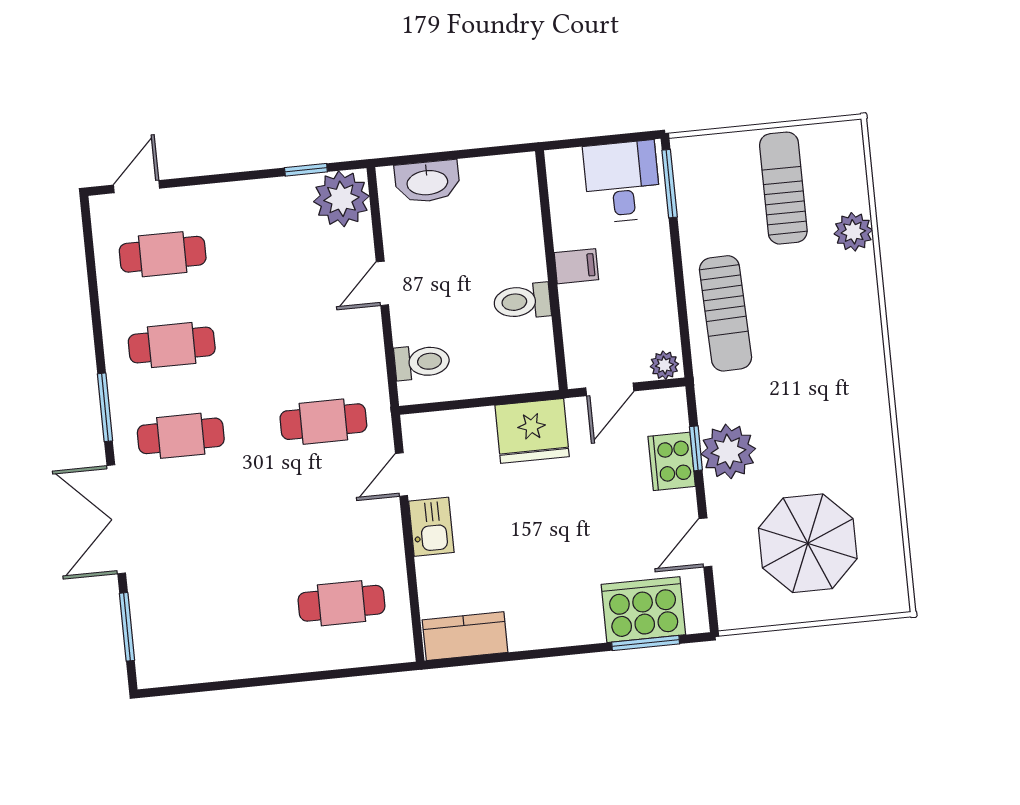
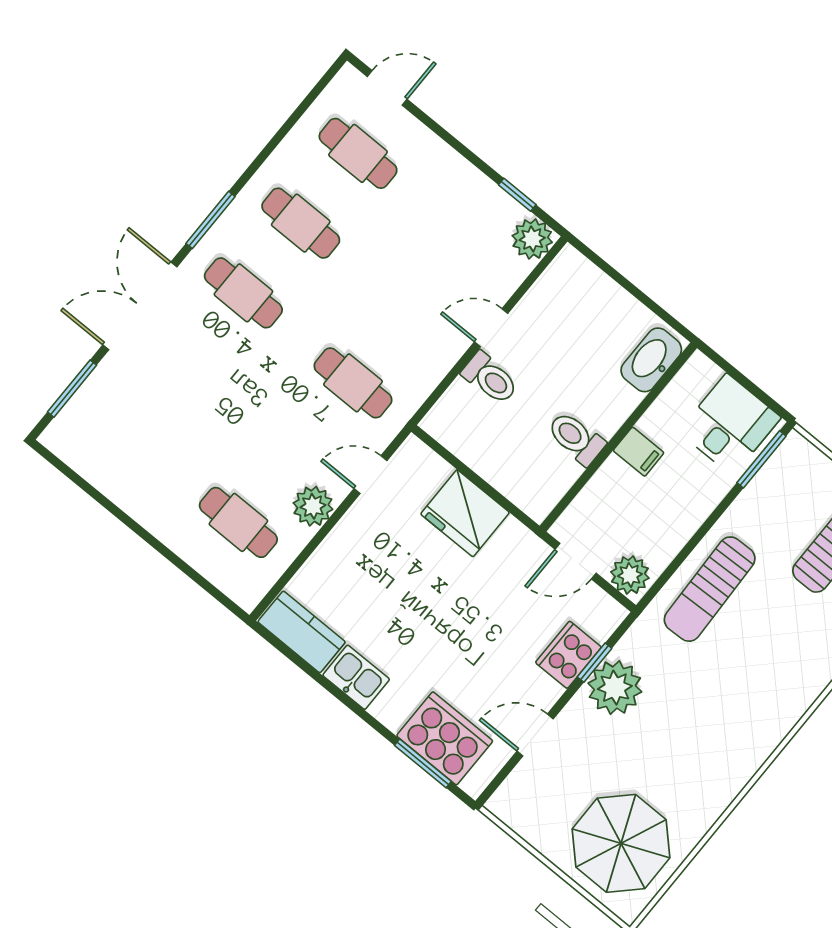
washbasin: (427, 182) -> (651, 360), moved, turned 90
plant: (341, 199) -> (532, 239), width x0.73, depth x0.73
toilet: (422, 362) -> (490, 378), moved
plant: (664, 365) -> (630, 575), width x1.38, depth x1.38
fridge: (532, 431) -> (465, 513), moved
kitchen sink: (431, 527) -> (356, 677), moved, turned -90
plant: (383, 538) -> (313, 506), added
parasol: (808, 543) -> (621, 843), moved

